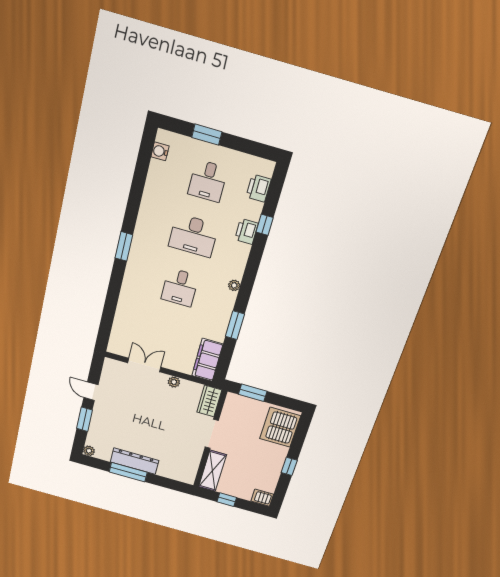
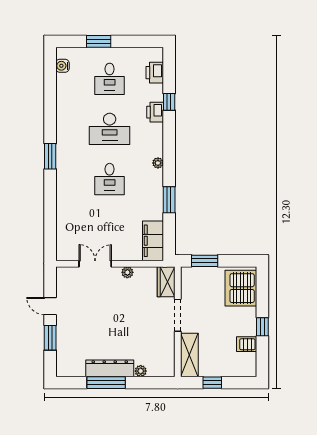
plant: (89, 451) -> (141, 371), moved
server rack: (262, 498) -> (247, 344), moved

